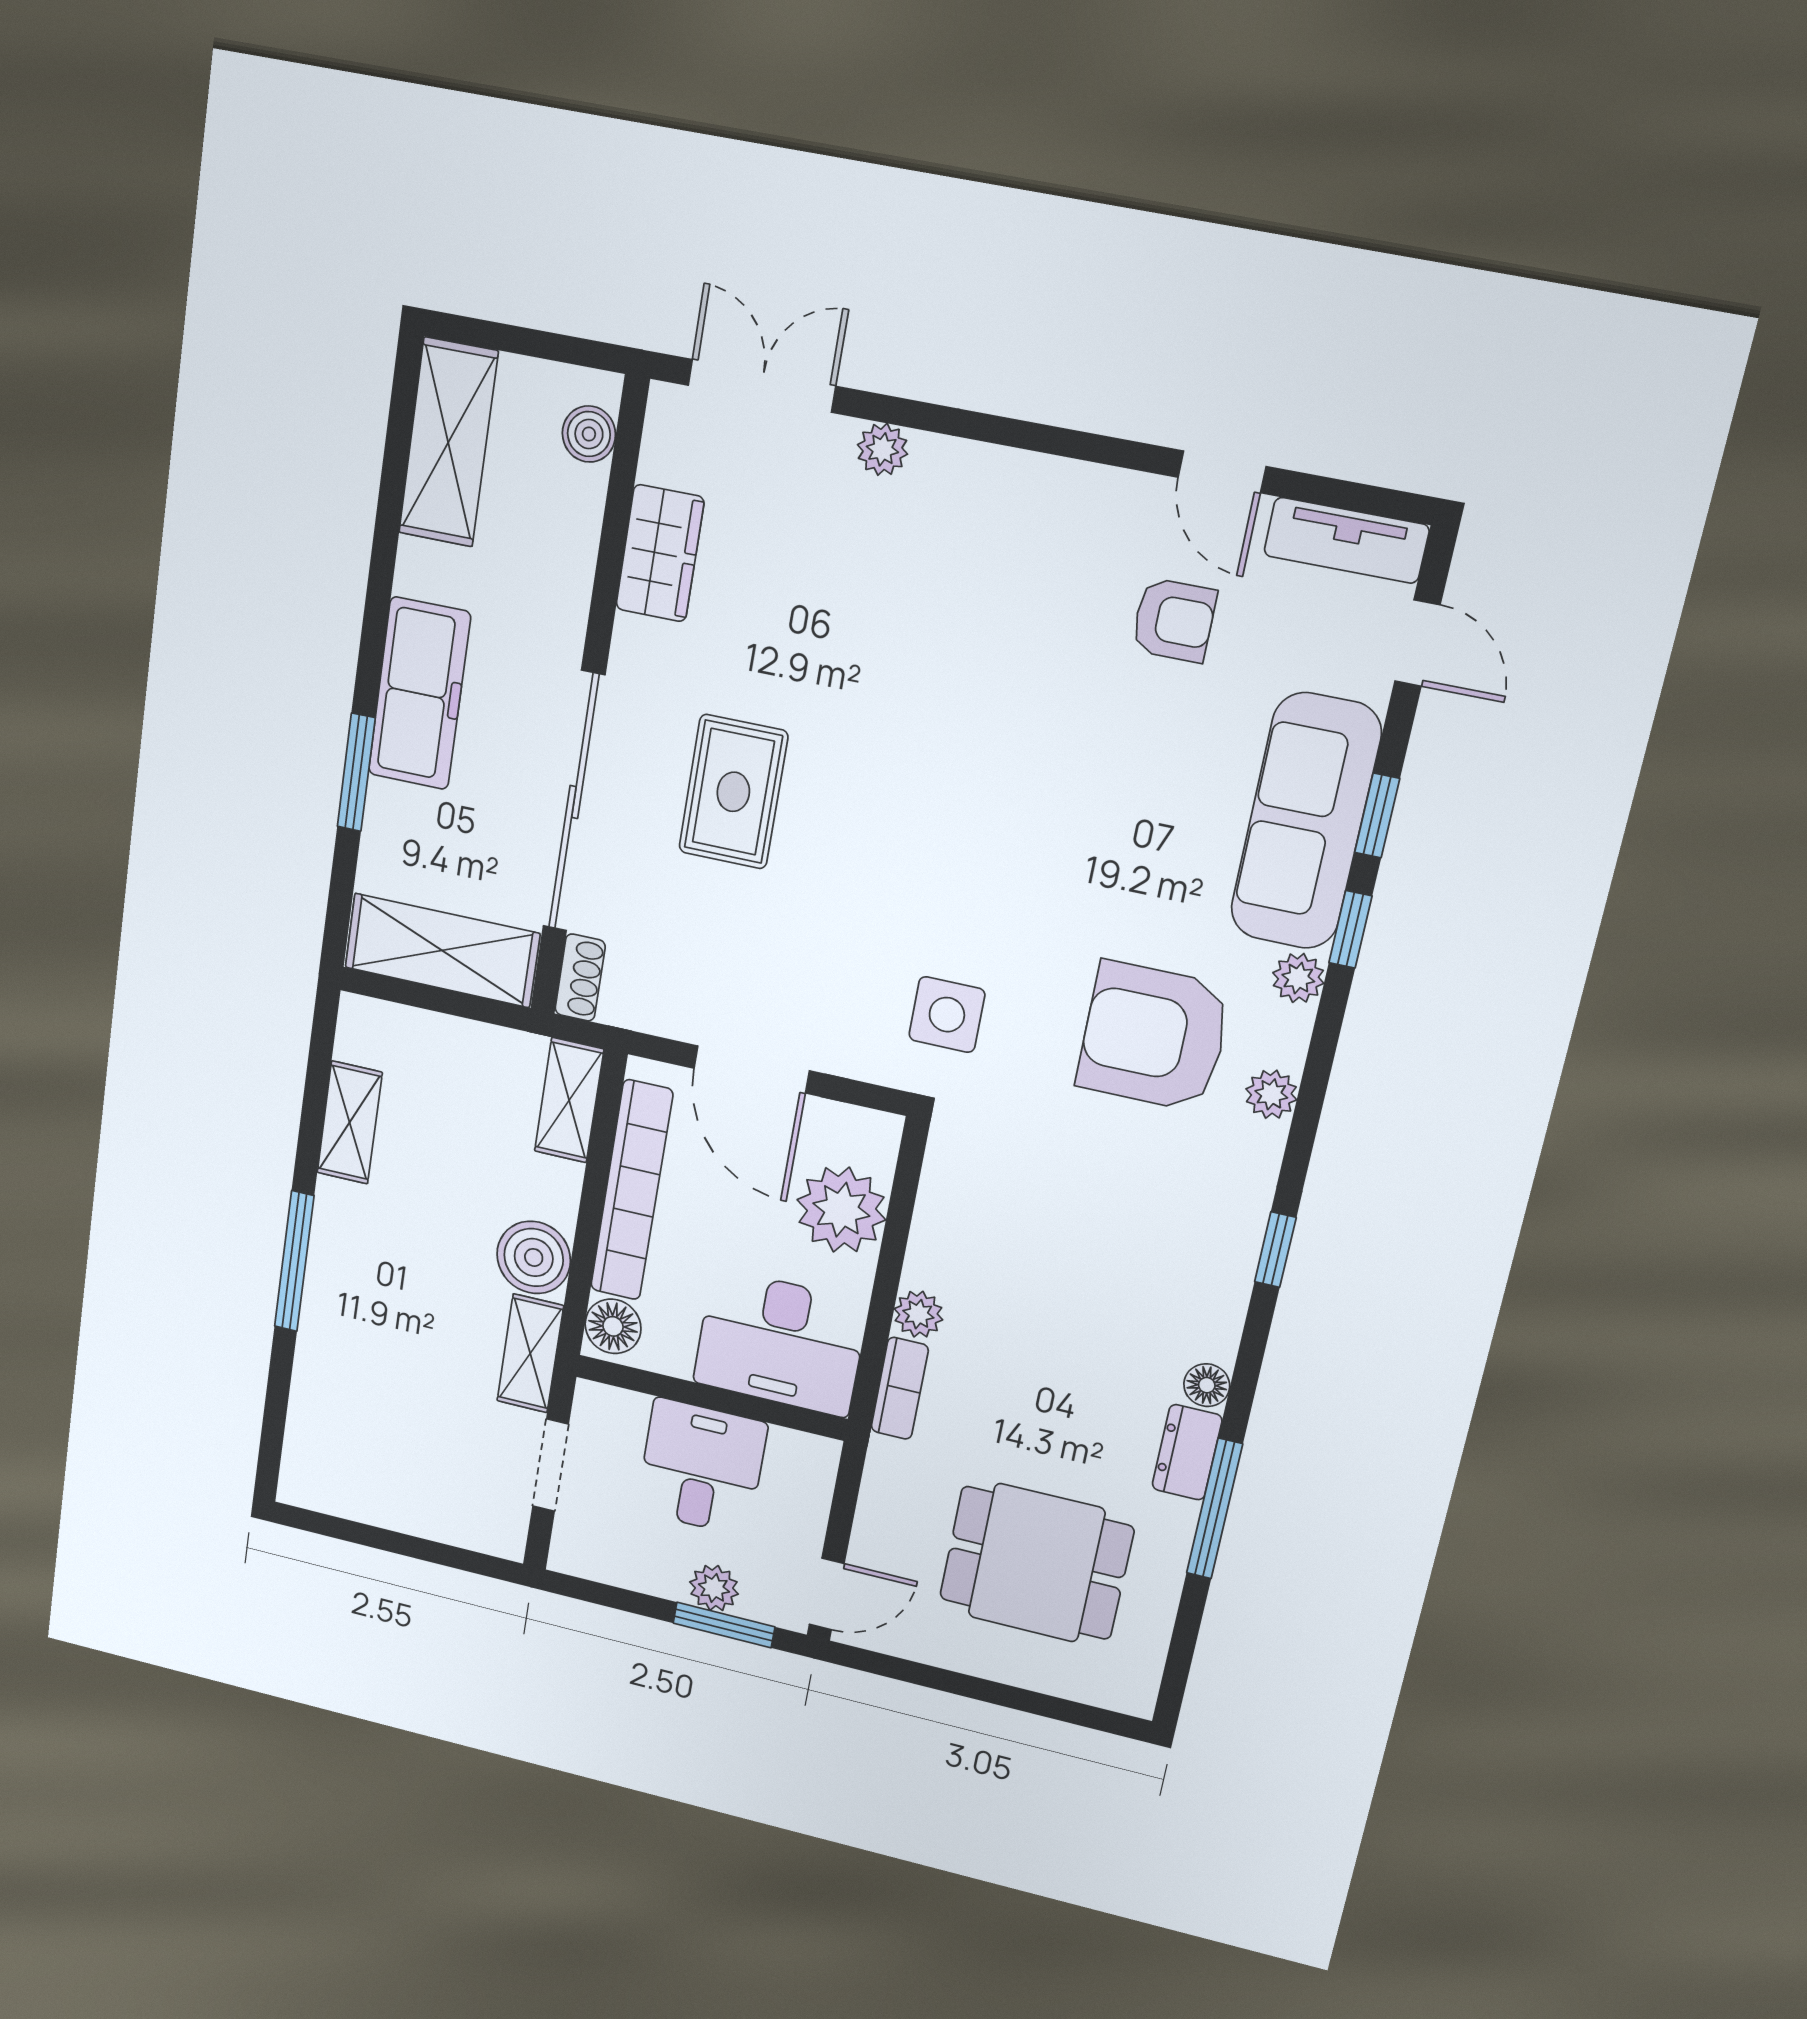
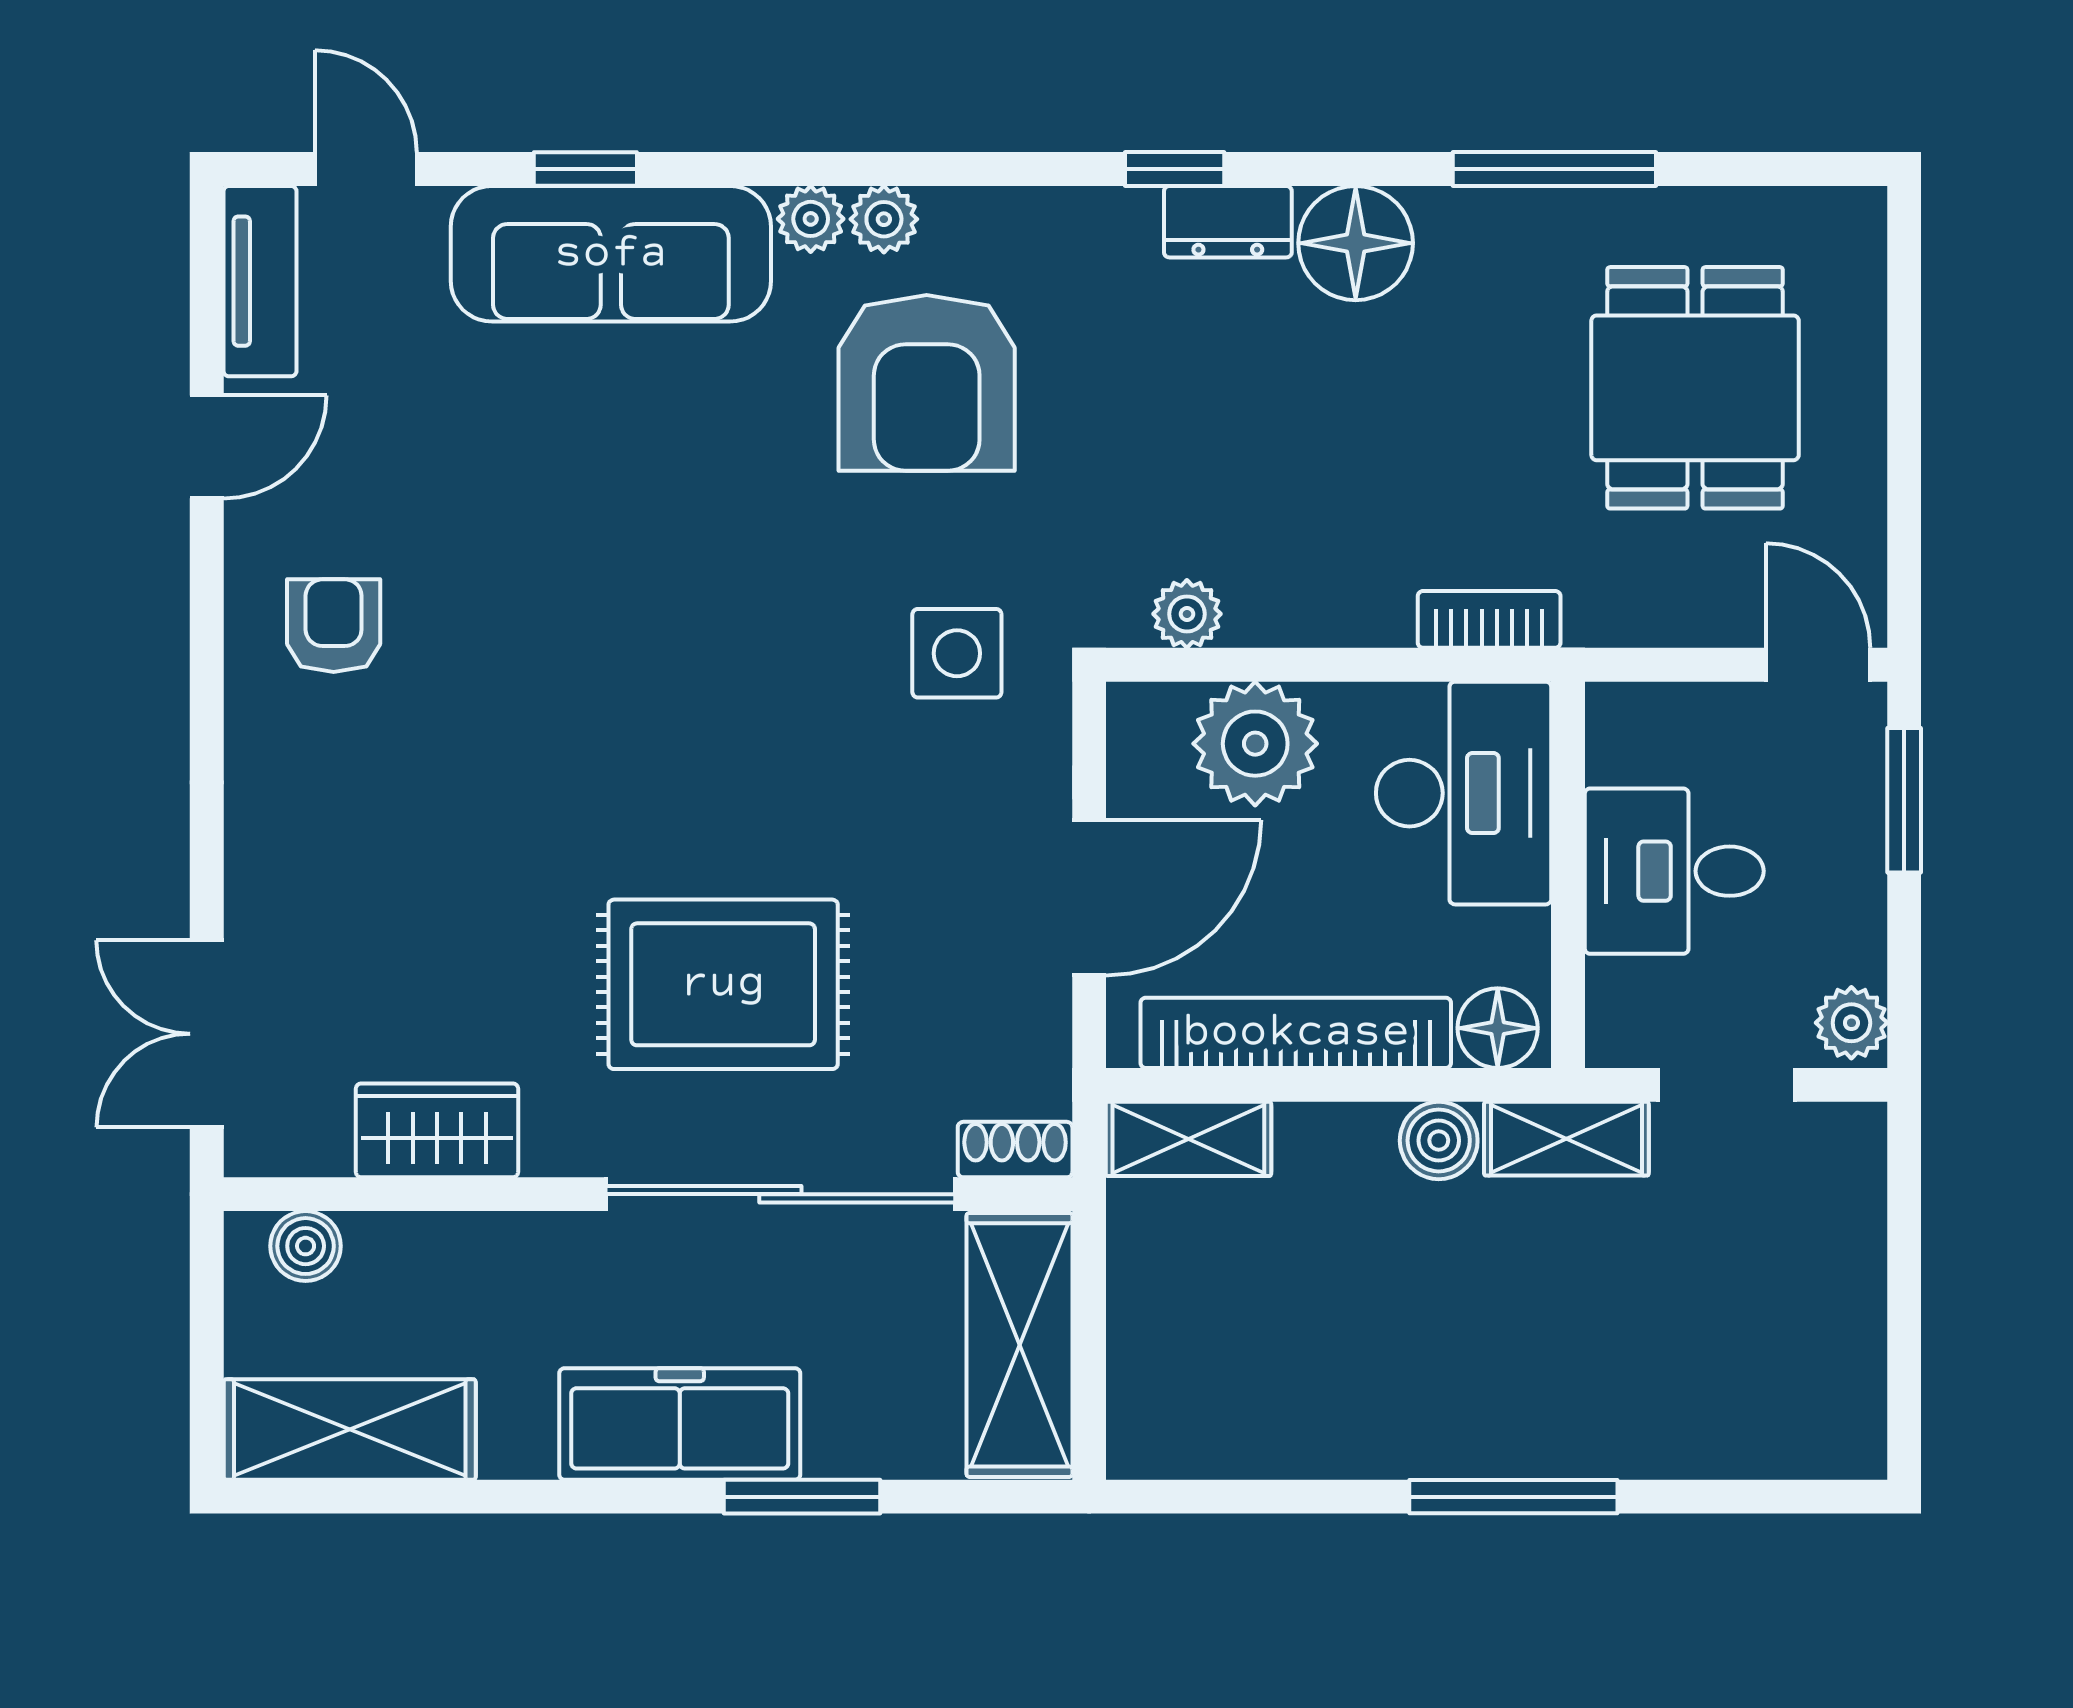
plant: (882, 449) -> (256, 868), removed
armchair: (1174, 620) -> (334, 626), moved
door: (1417, 643) -> (366, 169), hinge flipped
rug: (733, 792) -> (723, 984), width x1.36, depth x1.43
window: (1350, 929) -> (735, 169), removed
plant: (1271, 1094) -> (884, 219), moved
shelving: (350, 1123) -> (1291, 1443), removed
boiler: (534, 1257) -> (1439, 1140), width x0.73, depth x0.73
plant: (918, 1314) -> (1187, 614), moved
floor lamp: (1207, 1385) -> (1356, 243), width x1.89, depth x1.89
dresser: (1187, 1452) -> (1228, 222), moved
plant: (714, 1588) -> (1851, 1023), moved

